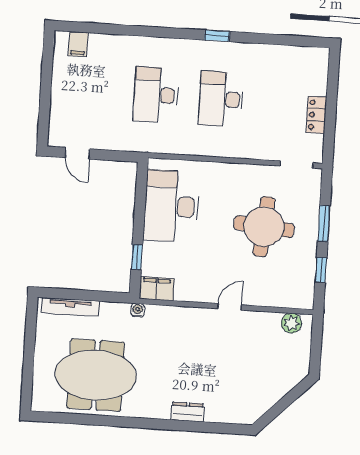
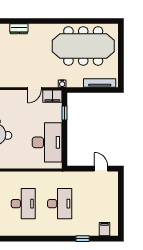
window: (217, 36) -> (83, 239), moved
door: (230, 307) -> (34, 89), moved
meeting table: (96, 375) -> (83, 46), width x1.36
dresser: (188, 412) -> (19, 29), moved

